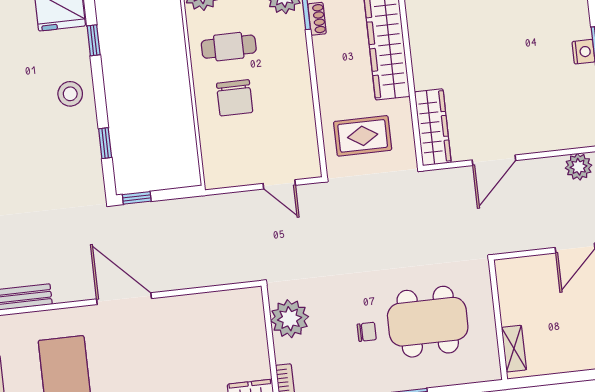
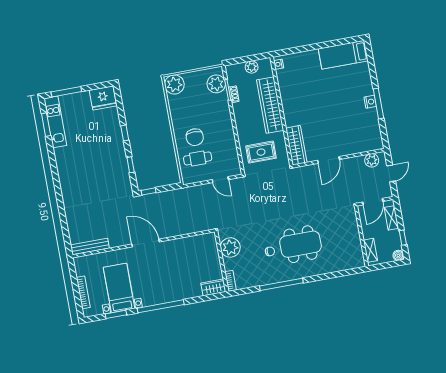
window: (94, 40) -> (125, 133), moved
cafe table: (229, 47) -> (198, 158), moved
stool: (70, 94) -> (111, 141), removed
wall: (498, 320) -> (361, 236), moved
shelving: (514, 349) -> (370, 250), moved

